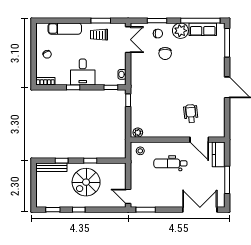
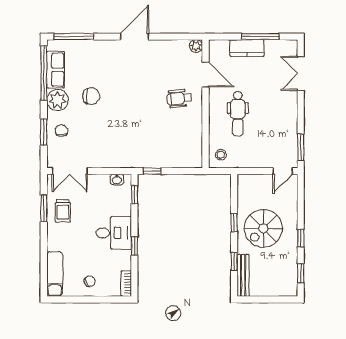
exam couch: (65, 29) -> (55, 274), moved
double door: (128, 40) -> (70, 171), swing flipped
chair: (165, 53) -> (91, 96), moved
wheelchair: (191, 114) -> (179, 98), moved
plant: (138, 133) -> (196, 46), moved
door: (199, 140) -> (205, 74), hinge flipped
kitchen counter: (219, 154) -> (247, 48), moved
spiral stairs: (86, 182) -> (263, 228), turned 90
double door: (200, 210) -> (301, 74), width x0.73

